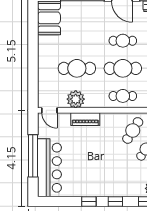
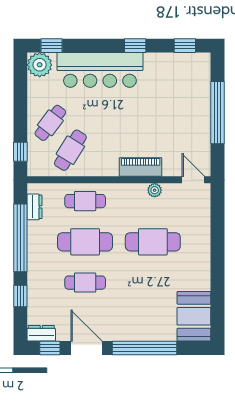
plant: (76, 99) -> (155, 190), width x0.53, depth x0.53
bar counter: (49, 168) -> (100, 70), moved, turned -90
window: (115, 201) -> (185, 46), moved

